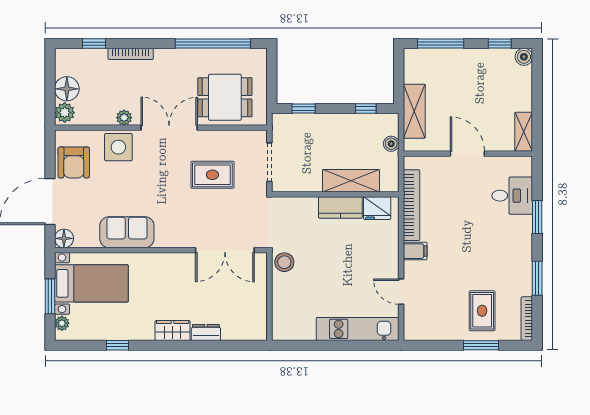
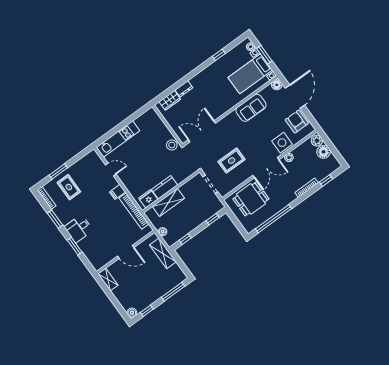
desk: (512, 196) -> (79, 229), moved
wardrobe: (173, 330) -> (170, 100), moved

